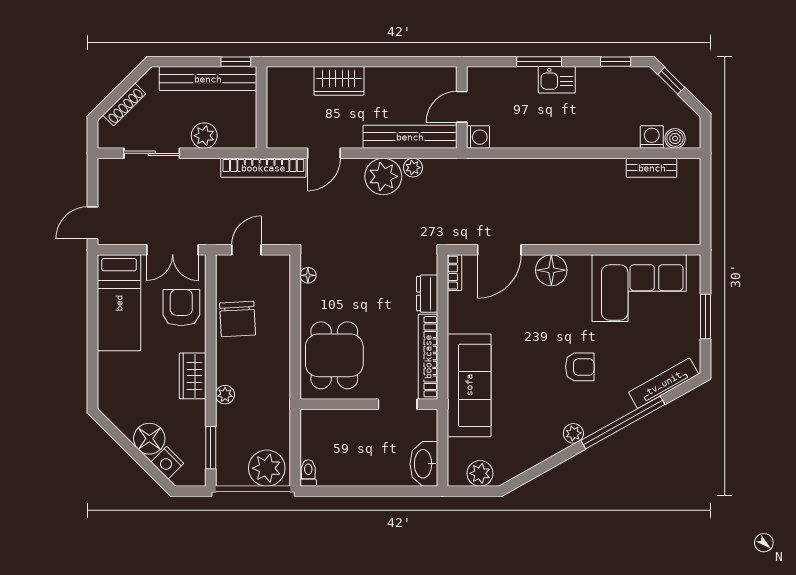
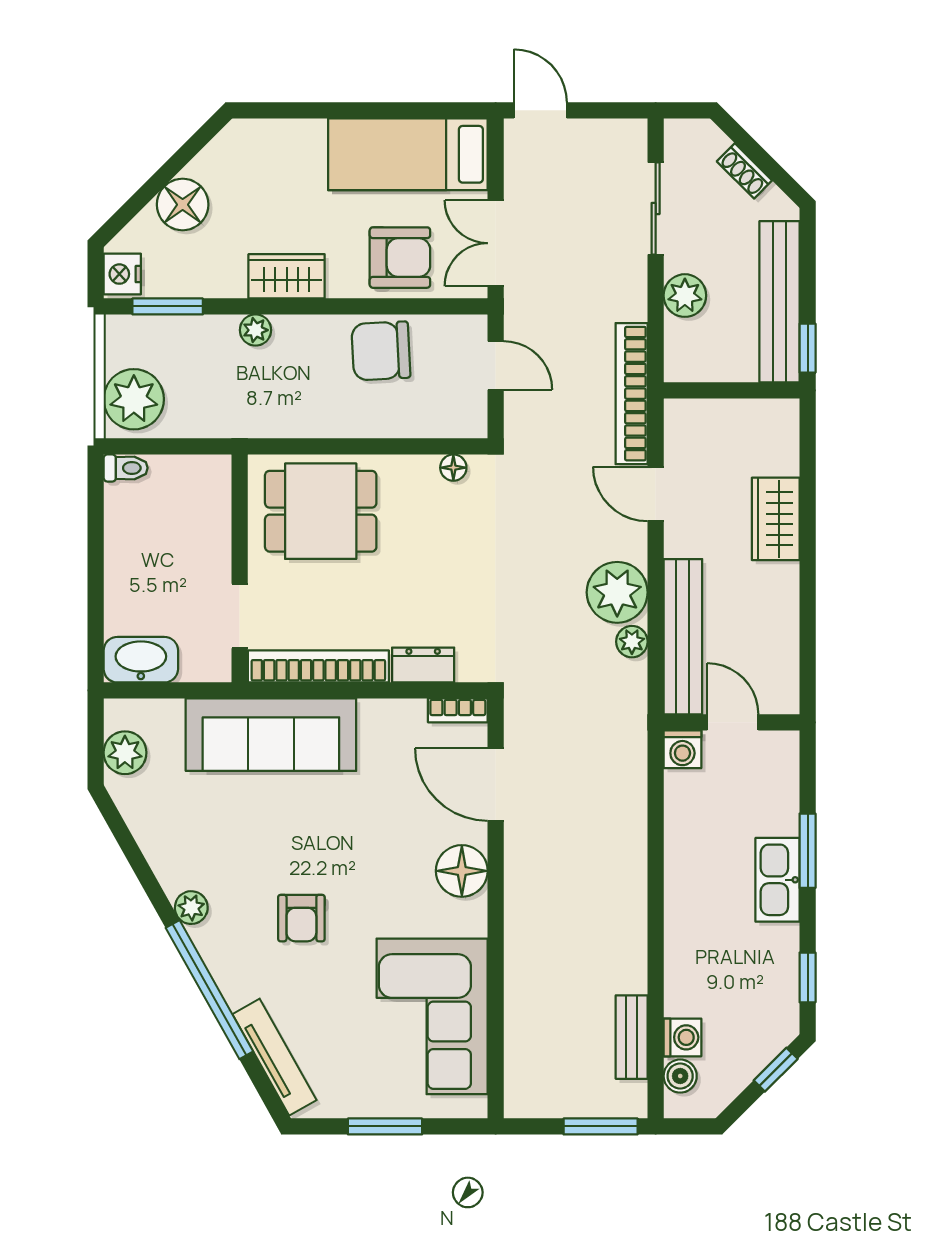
kitchen sink: (557, 80) -> (777, 880), width x1.38
shoe rack: (124, 104) -> (744, 171), width x0.70
window: (705, 186) -> (601, 1126), added
nightstand: (167, 463) -> (122, 274), moved, turned -45

